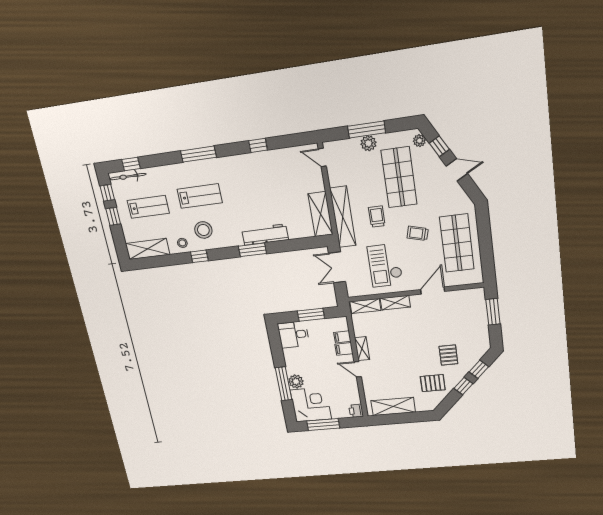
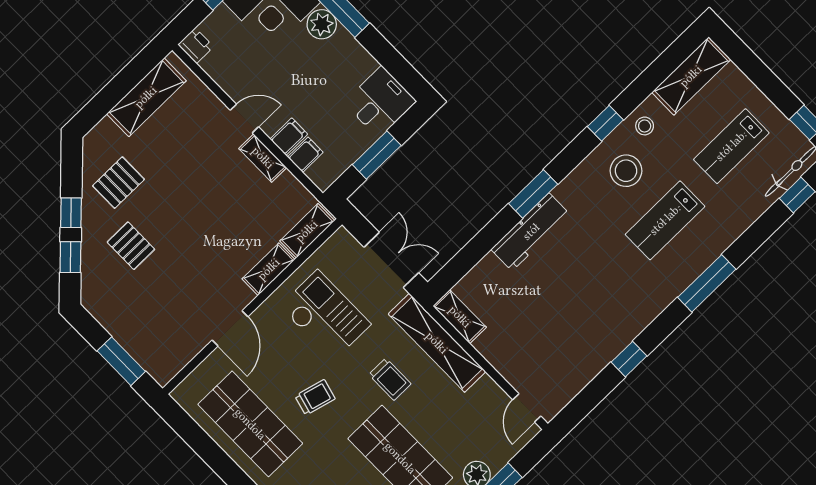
door: (322, 157) -> (527, 408), swing flipped
shelving: (321, 214) -> (460, 317), width x0.67, depth x0.75
window: (113, 216) -> (775, 91), removed

